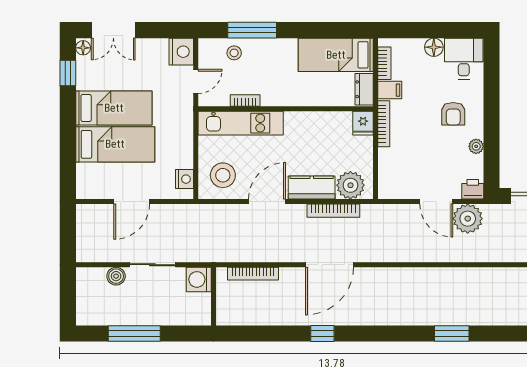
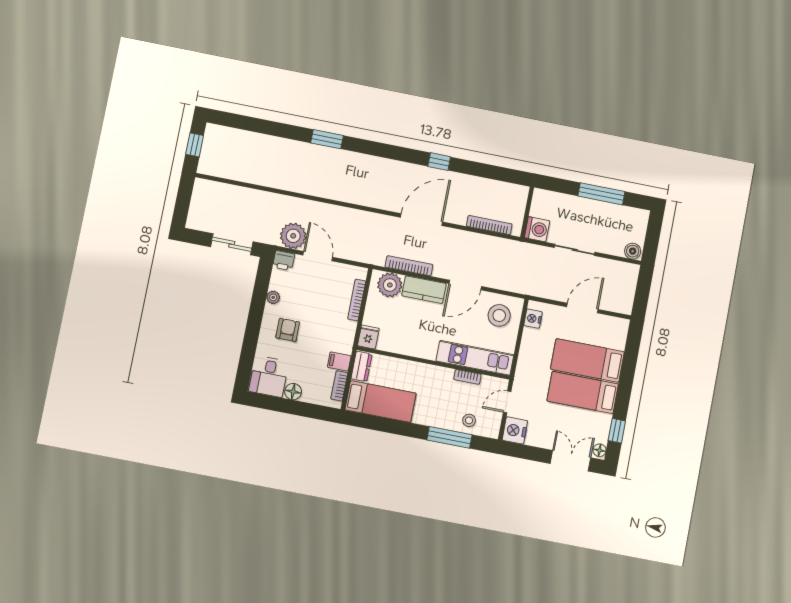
bookcase: (384, 124) -> (357, 300), moved
boiler: (116, 276) -> (633, 251), moved

